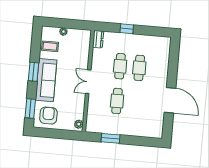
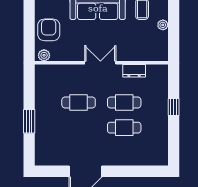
dresser: (98, 39) -> (134, 71), moved
armchair: (48, 116) -> (49, 30), moved, turned -90
window: (110, 138) -> (29, 121), moved

